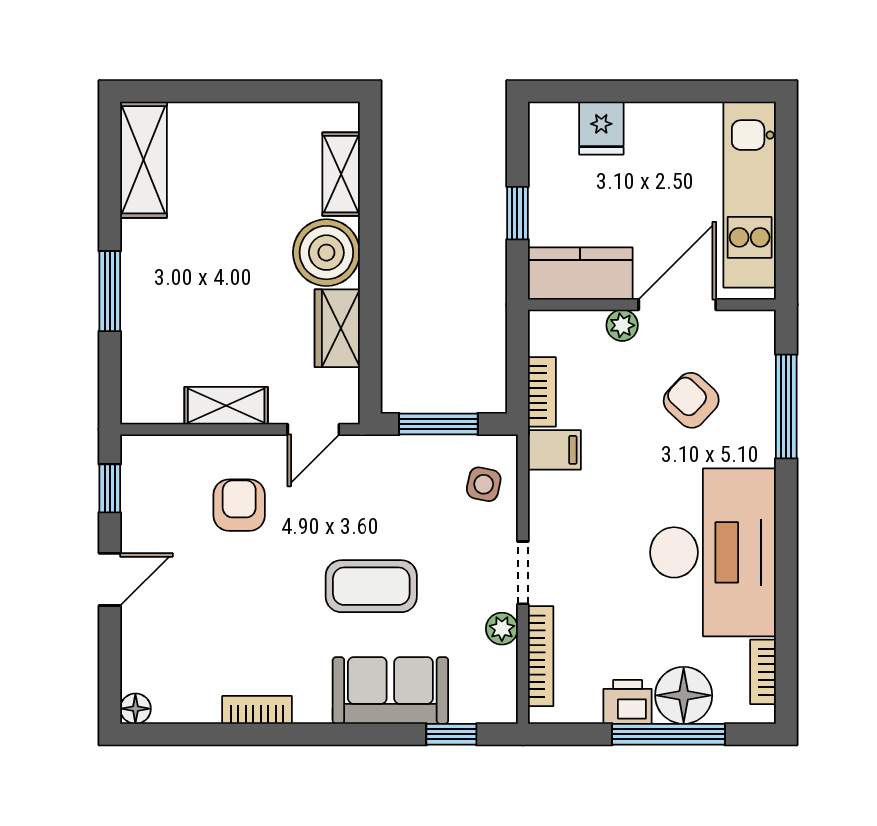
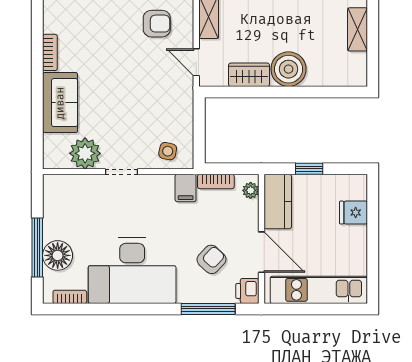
shelving: (341, 174) -> (358, 29), moved, turned 90
plant: (622, 325) -> (251, 190), moved
window: (438, 424) -> (199, 128), removed
coffee table: (371, 586) -> (114, 93), removed
plant: (502, 629) -> (85, 153), width x1.87, depth x1.87
bookcase: (541, 656) -> (78, 181), removed
printer: (628, 702) -> (247, 291), moved, turned 180
bookcase: (257, 710) -> (50, 52), moved
window: (451, 734) -> (37, 134), removed

